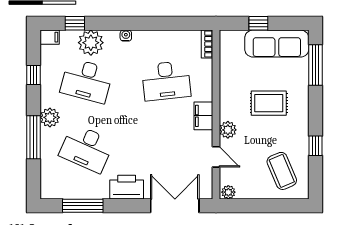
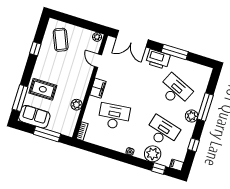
window: (258, 23) -> (47, 134), width x2.17
sofa: (277, 44) -> (34, 117), width x0.73
rug: (269, 103) -> (43, 89), moved
plant: (228, 130) -> (76, 105), moved
window: (83, 206) -> (175, 52), moved

